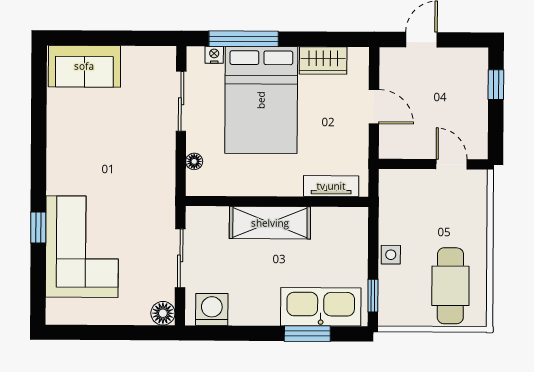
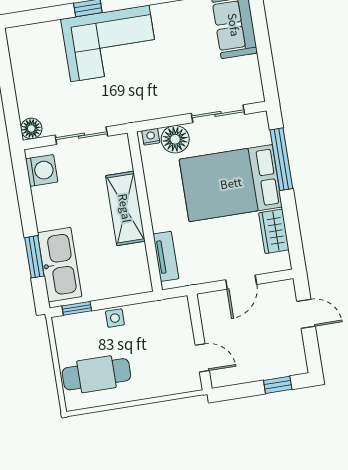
nightstand: (214, 55) -> (151, 137), moved, turned -90
floor lamp: (194, 161) -> (175, 139), width x1.89, depth x1.89
door: (452, 164) -> (202, 358), hinge flipped
corner sofa: (82, 247) -> (110, 43), moved

